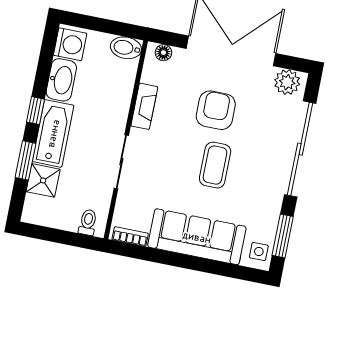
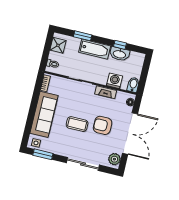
washing machine: (70, 44) -> (115, 81), moved, turned 180
armchair: (216, 110) -> (103, 125), turned 180
window: (35, 111) -> (120, 45), moved
sliding door: (300, 149) -> (83, 164), width x0.73
shower: (43, 180) -> (58, 45), moved

